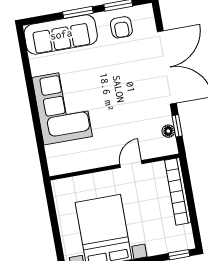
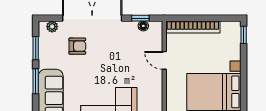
plant: (148, 21) -> (52, 27), added
armchair: (121, 27) -> (77, 46), moved

